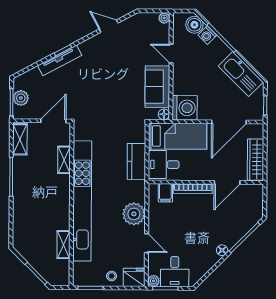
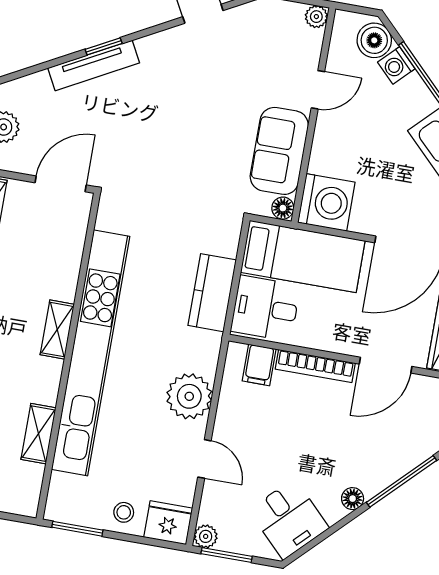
door: (171, 54) -> (318, 90), swing flipped
shelving: (64, 160) -> (57, 330), moved
desk: (175, 272) -> (289, 519), moved, turned -45

